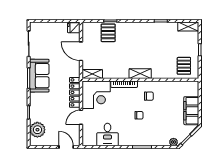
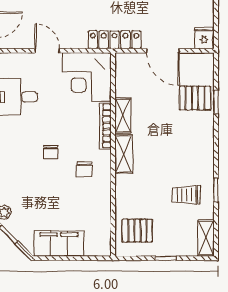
trolley: (163, 38) -> (186, 195), added
door: (81, 51) -> (163, 51), swing flipped
shelving: (92, 74) -> (123, 116), moved
locker: (75, 92) -> (115, 40), moved

